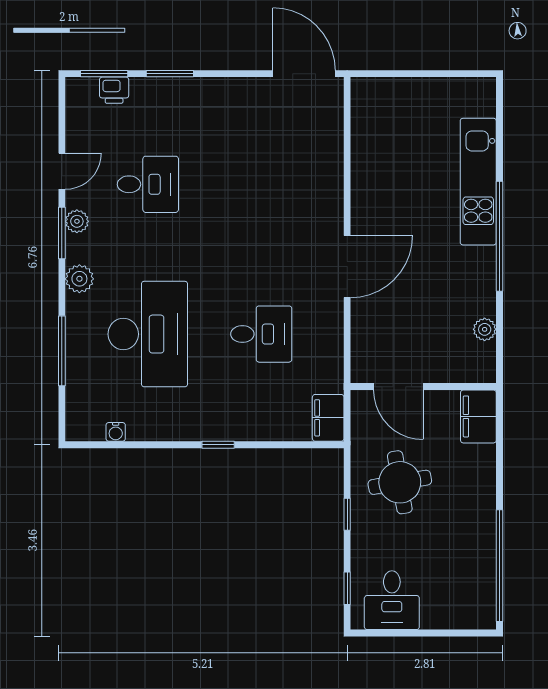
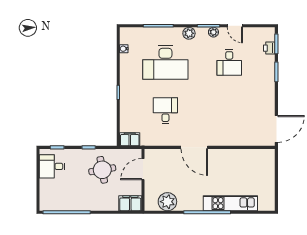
plant: (485, 329) -> (167, 202), width x1.88, depth x1.88
desk: (261, 334) -> (165, 111), turned 180

